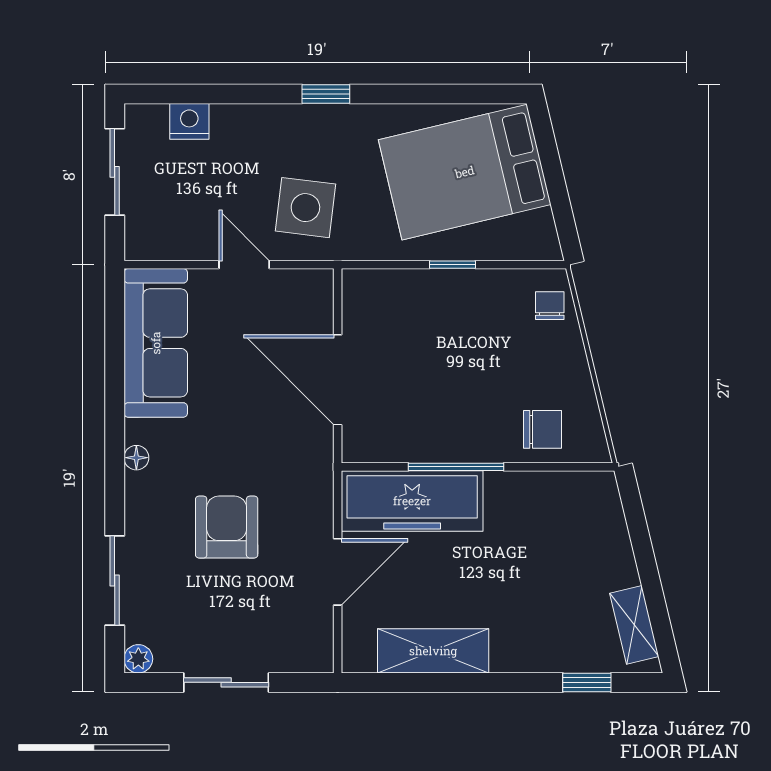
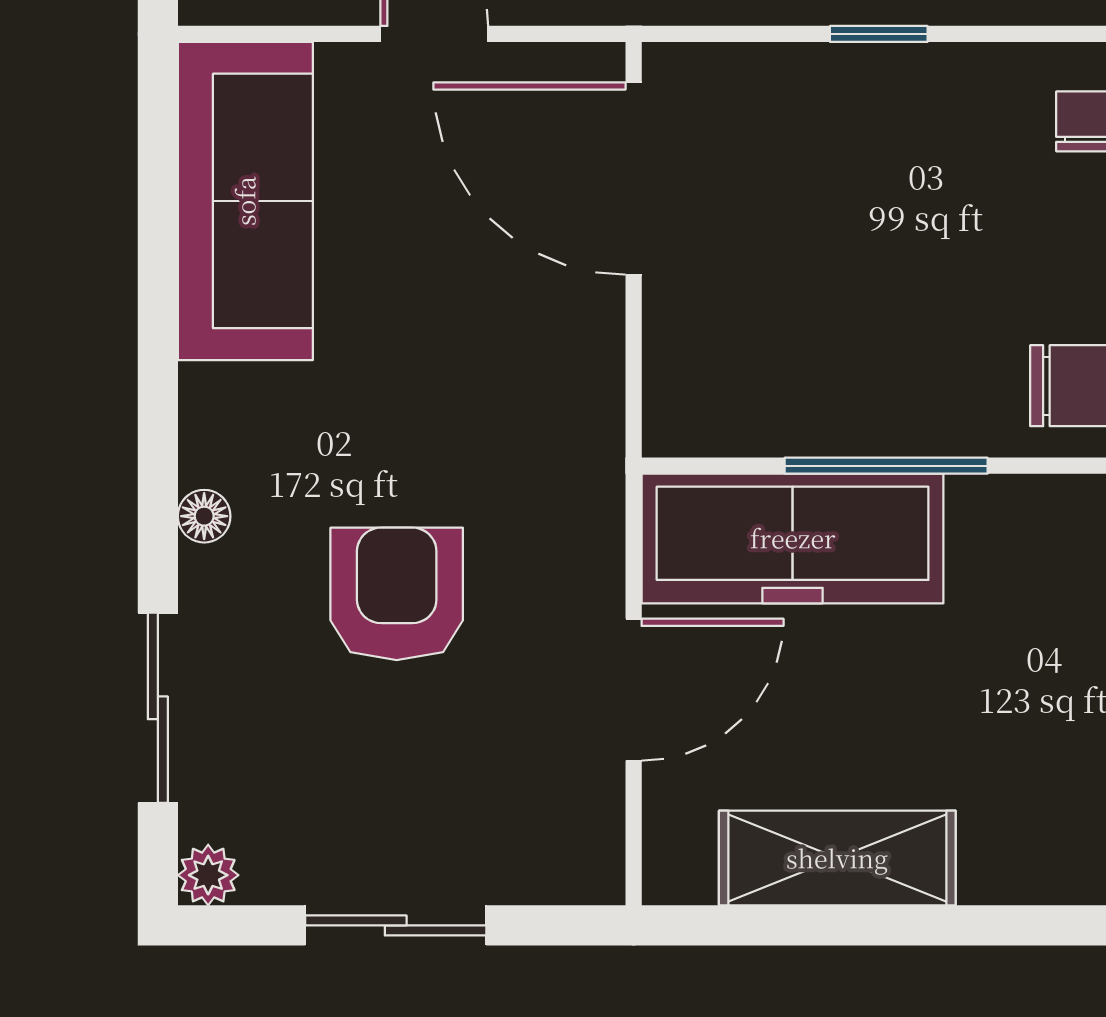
door: (338, 380) -> (634, 179), moved
floor lamp: (136, 458) -> (204, 516), moved

